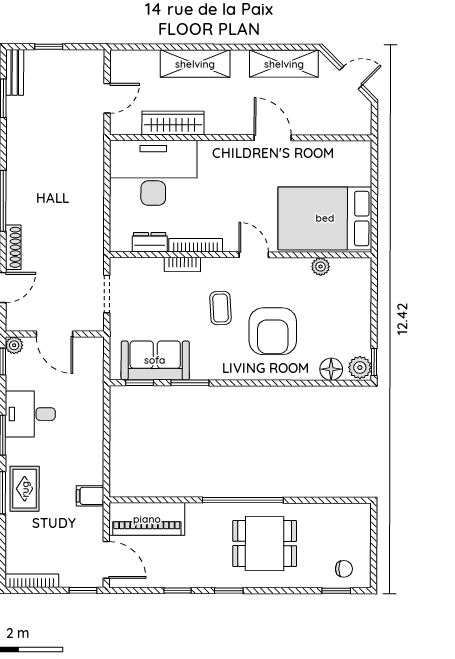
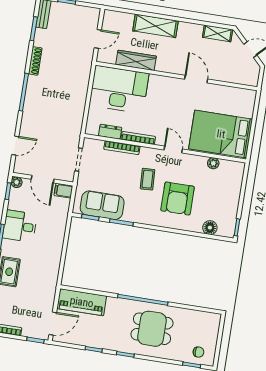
shelving: (284, 64) -> (218, 33), width x0.67, depth x0.75
shoe rack: (13, 247) -> (35, 61), moved
bookcase: (182, 265) -> (122, 148), width x1.56
plant: (360, 368) -> (228, 229), removed
filing cabinet: (90, 496) -> (63, 191), moved
door: (106, 560) -> (53, 324), hinge flipped

